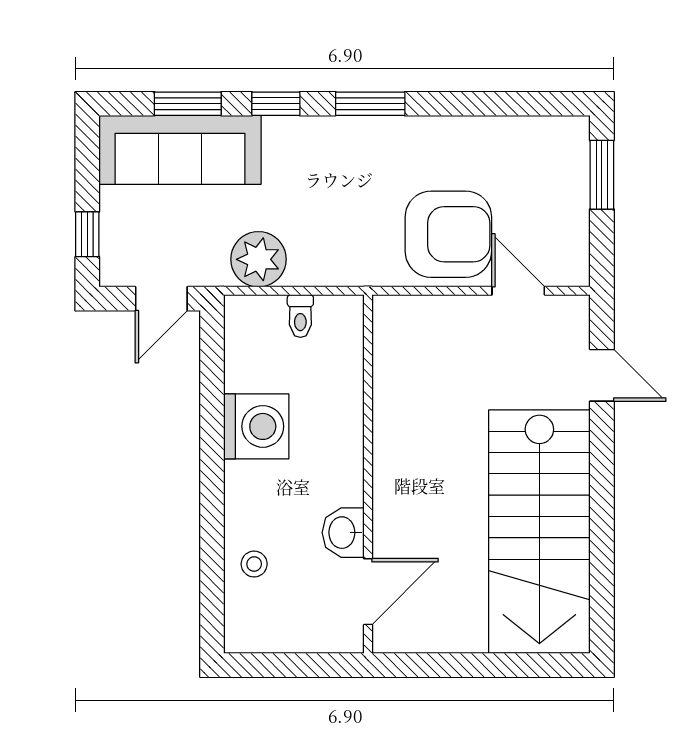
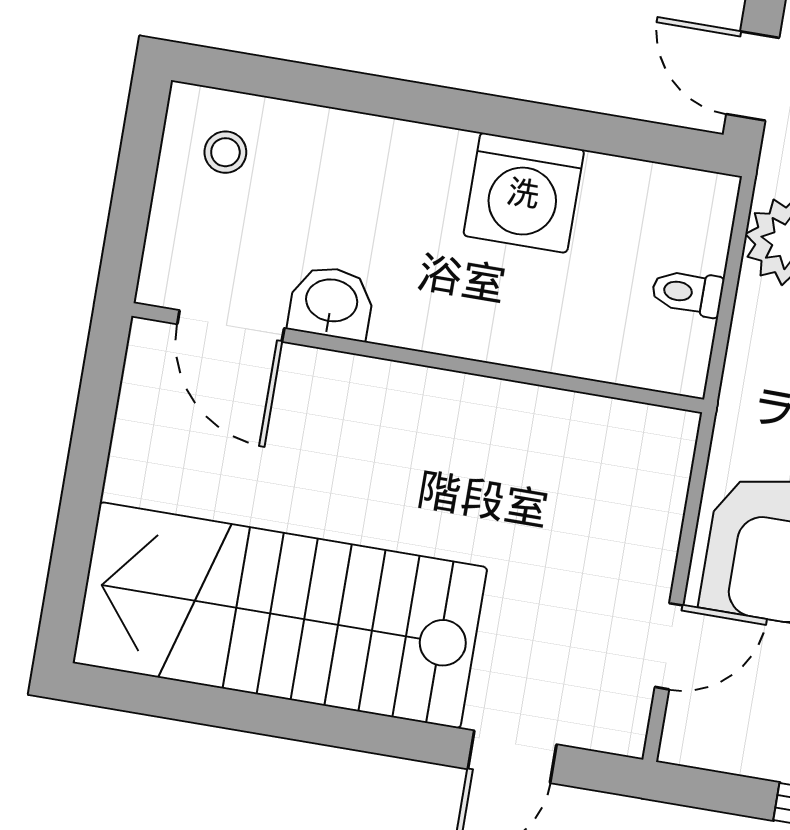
stool: (254, 564) -> (225, 152), moved

